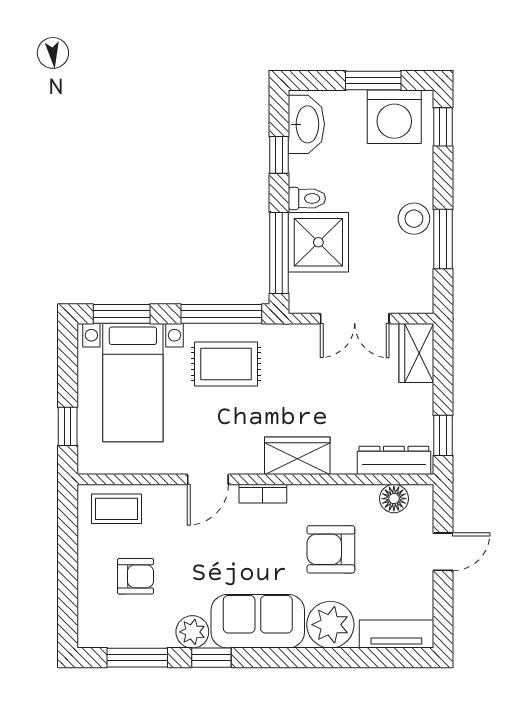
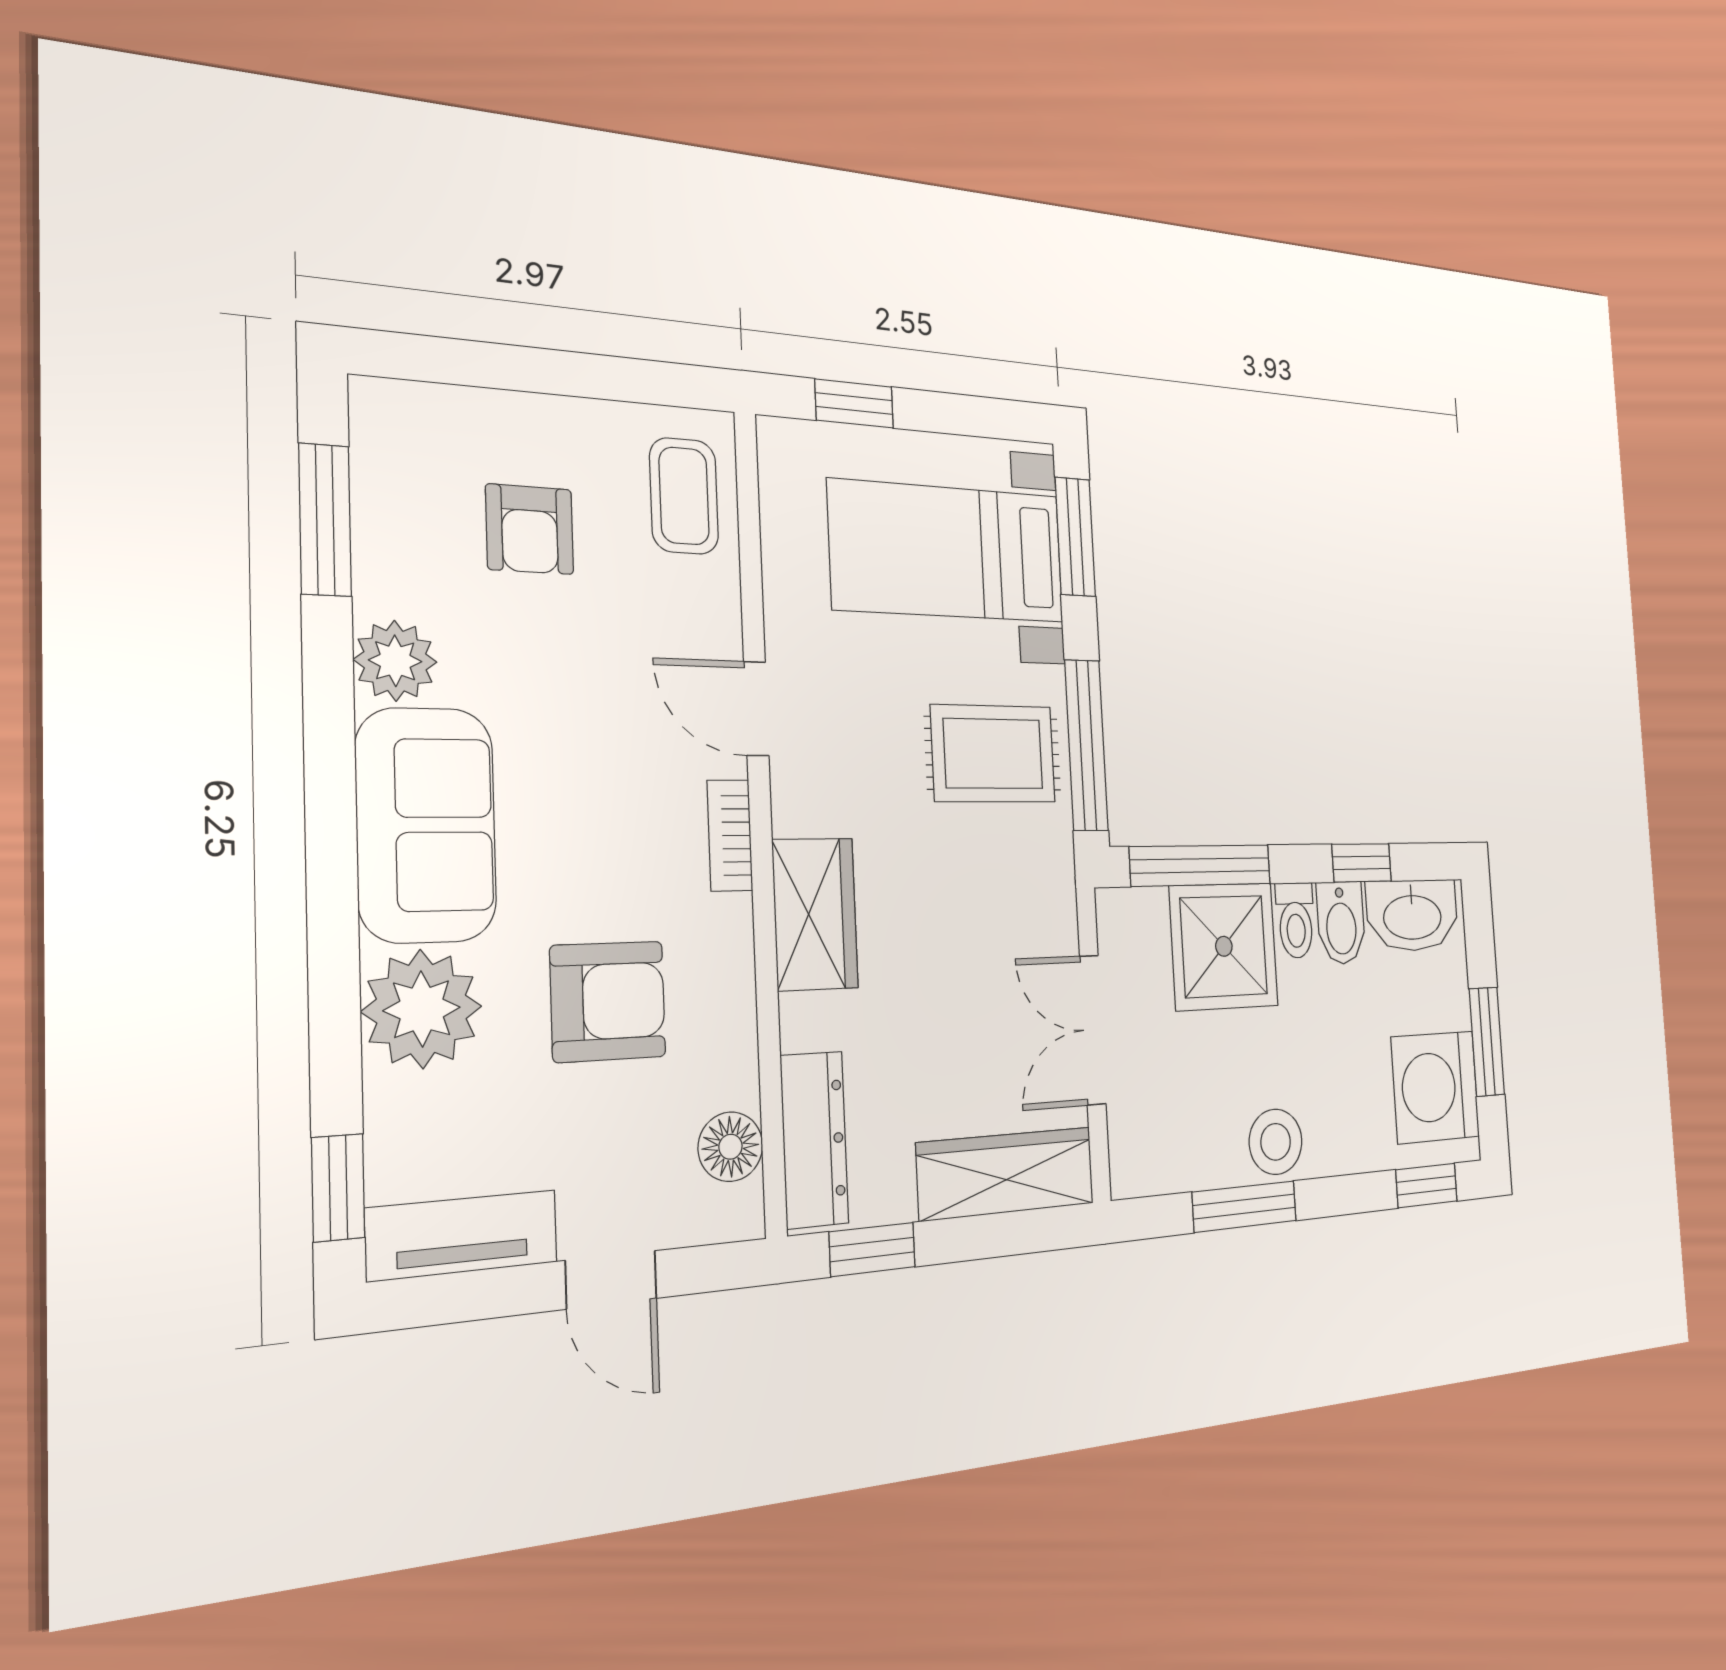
bidet: (309, 170) -> (1341, 923), added
wardrobe: (416, 353) -> (1006, 1174), width x1.50
rug: (226, 364) -> (993, 754), turned 90
armchair: (331, 549) -> (608, 1001), turned 90
tv unit: (396, 634) -> (462, 1235), moved, turned -90
window: (211, 658) -> (338, 1188), moved

